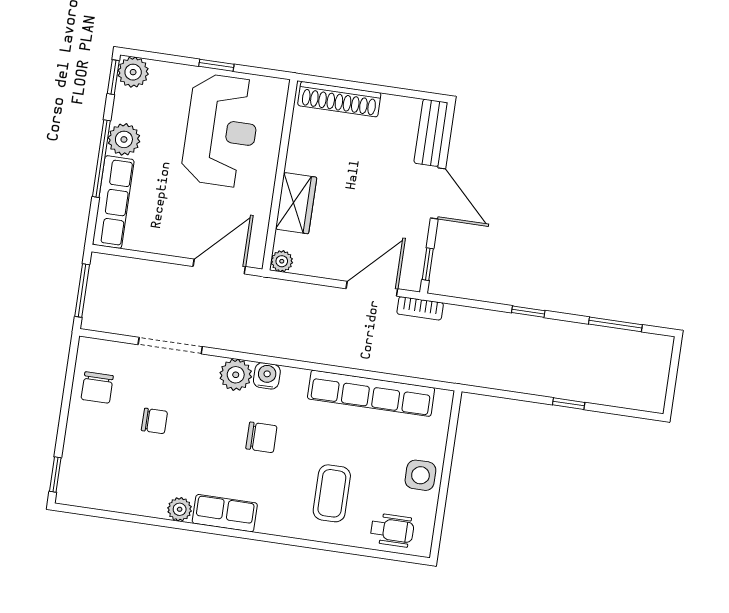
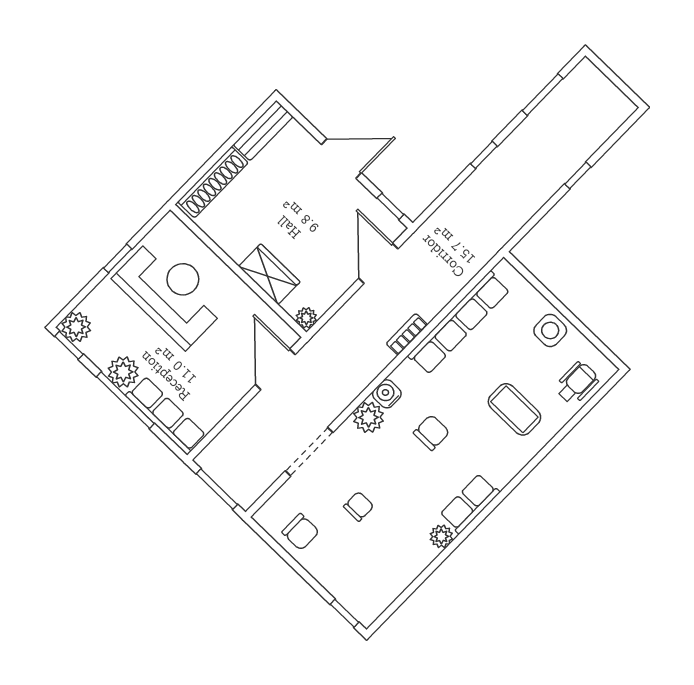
bench: (431, 133) -> (263, 131), moved, turned 90
bookcase: (420, 308) -> (407, 334), moved, turned 180

